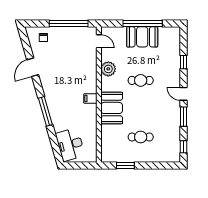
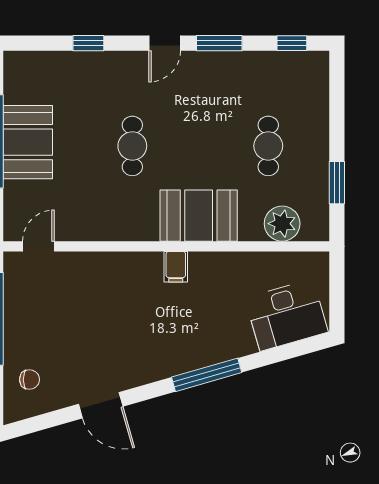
plant: (108, 69) -> (282, 224), moved

